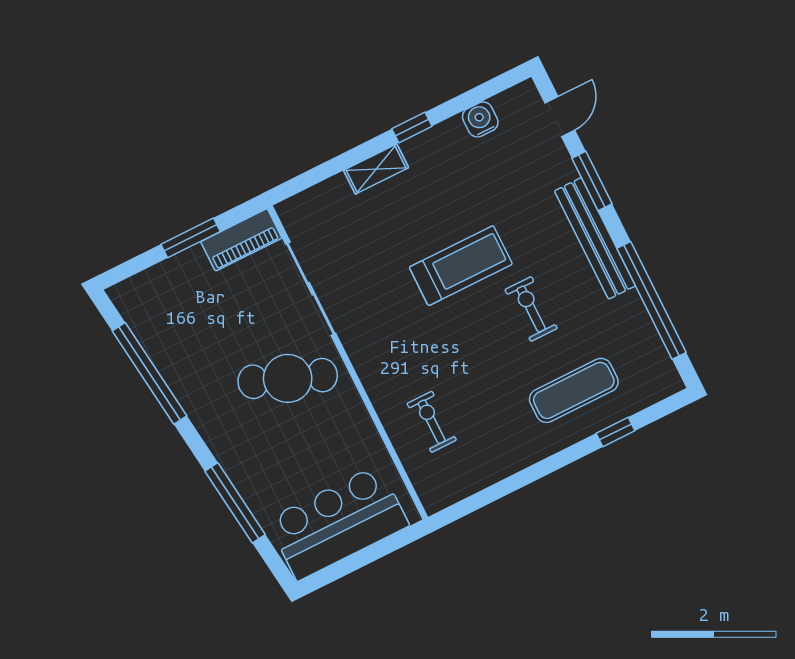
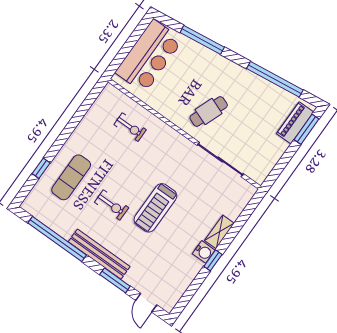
water cooler: (480, 119) -> (204, 252), moved
window: (191, 238) -> (307, 129), moved
piano: (241, 240) -> (295, 123), moved
cafe table: (288, 378) -> (209, 111), width x0.73, depth x0.74

